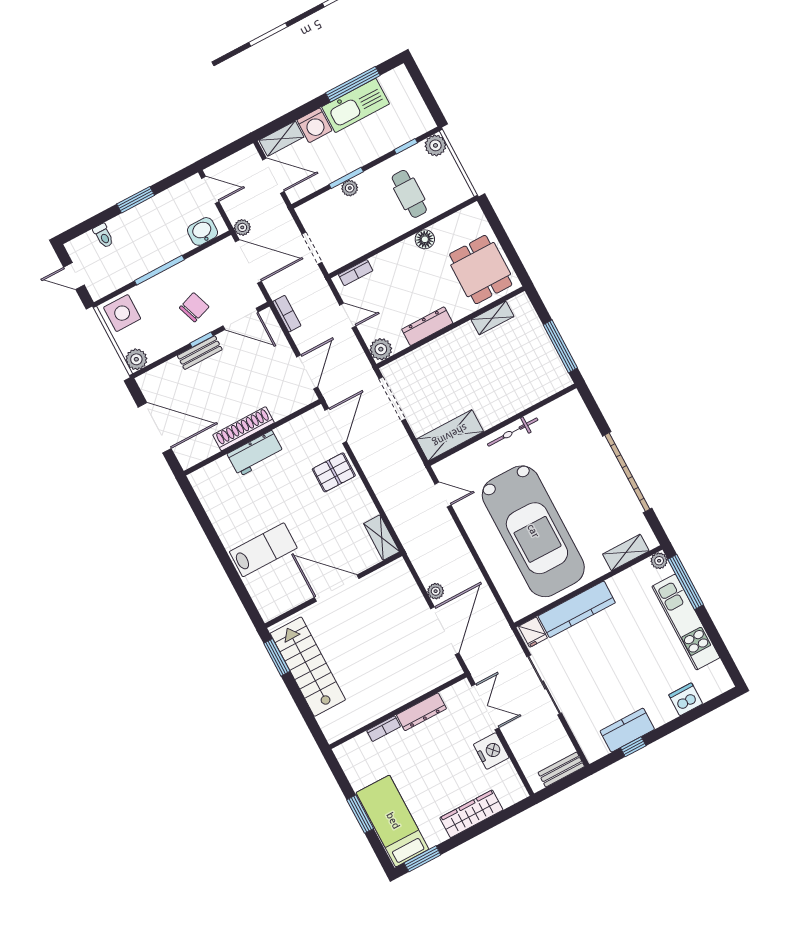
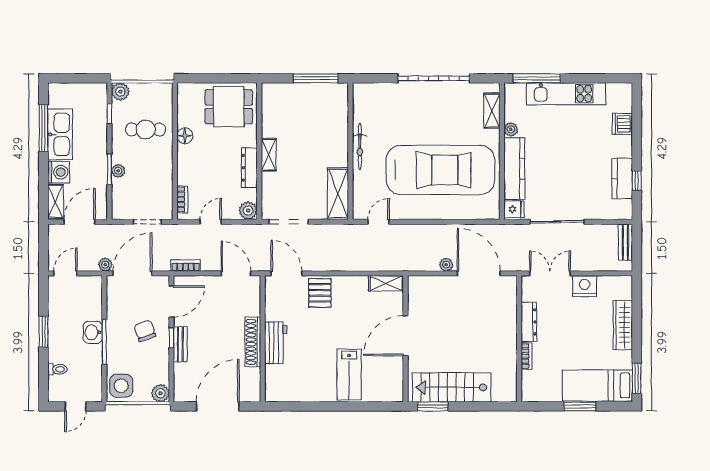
washbasin: (203, 231) -> (93, 332), moved
shelving: (493, 318) -> (269, 155), moved
lab bench: (263, 550) -> (349, 375), turned 180
plant: (659, 561) -> (511, 129), moved

